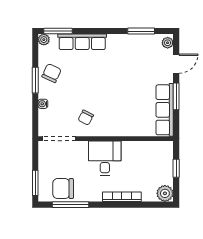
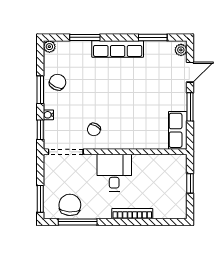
window: (58, 31) -> (85, 37), moved
row of seats: (82, 42) -> (118, 49), moved
row of seats: (165, 110) -> (178, 130), width x0.68
window: (35, 118) -> (40, 130), added
chair: (63, 189) -> (70, 205), turned 94
plant: (165, 193) -> (178, 210), removed

